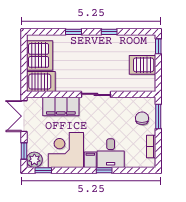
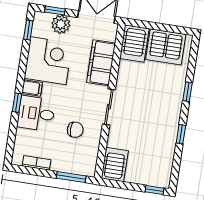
server rack: (142, 65) -> (115, 165), moved
chair: (142, 118) -> (75, 130), moved
plant: (34, 160) -> (61, 24), moved

